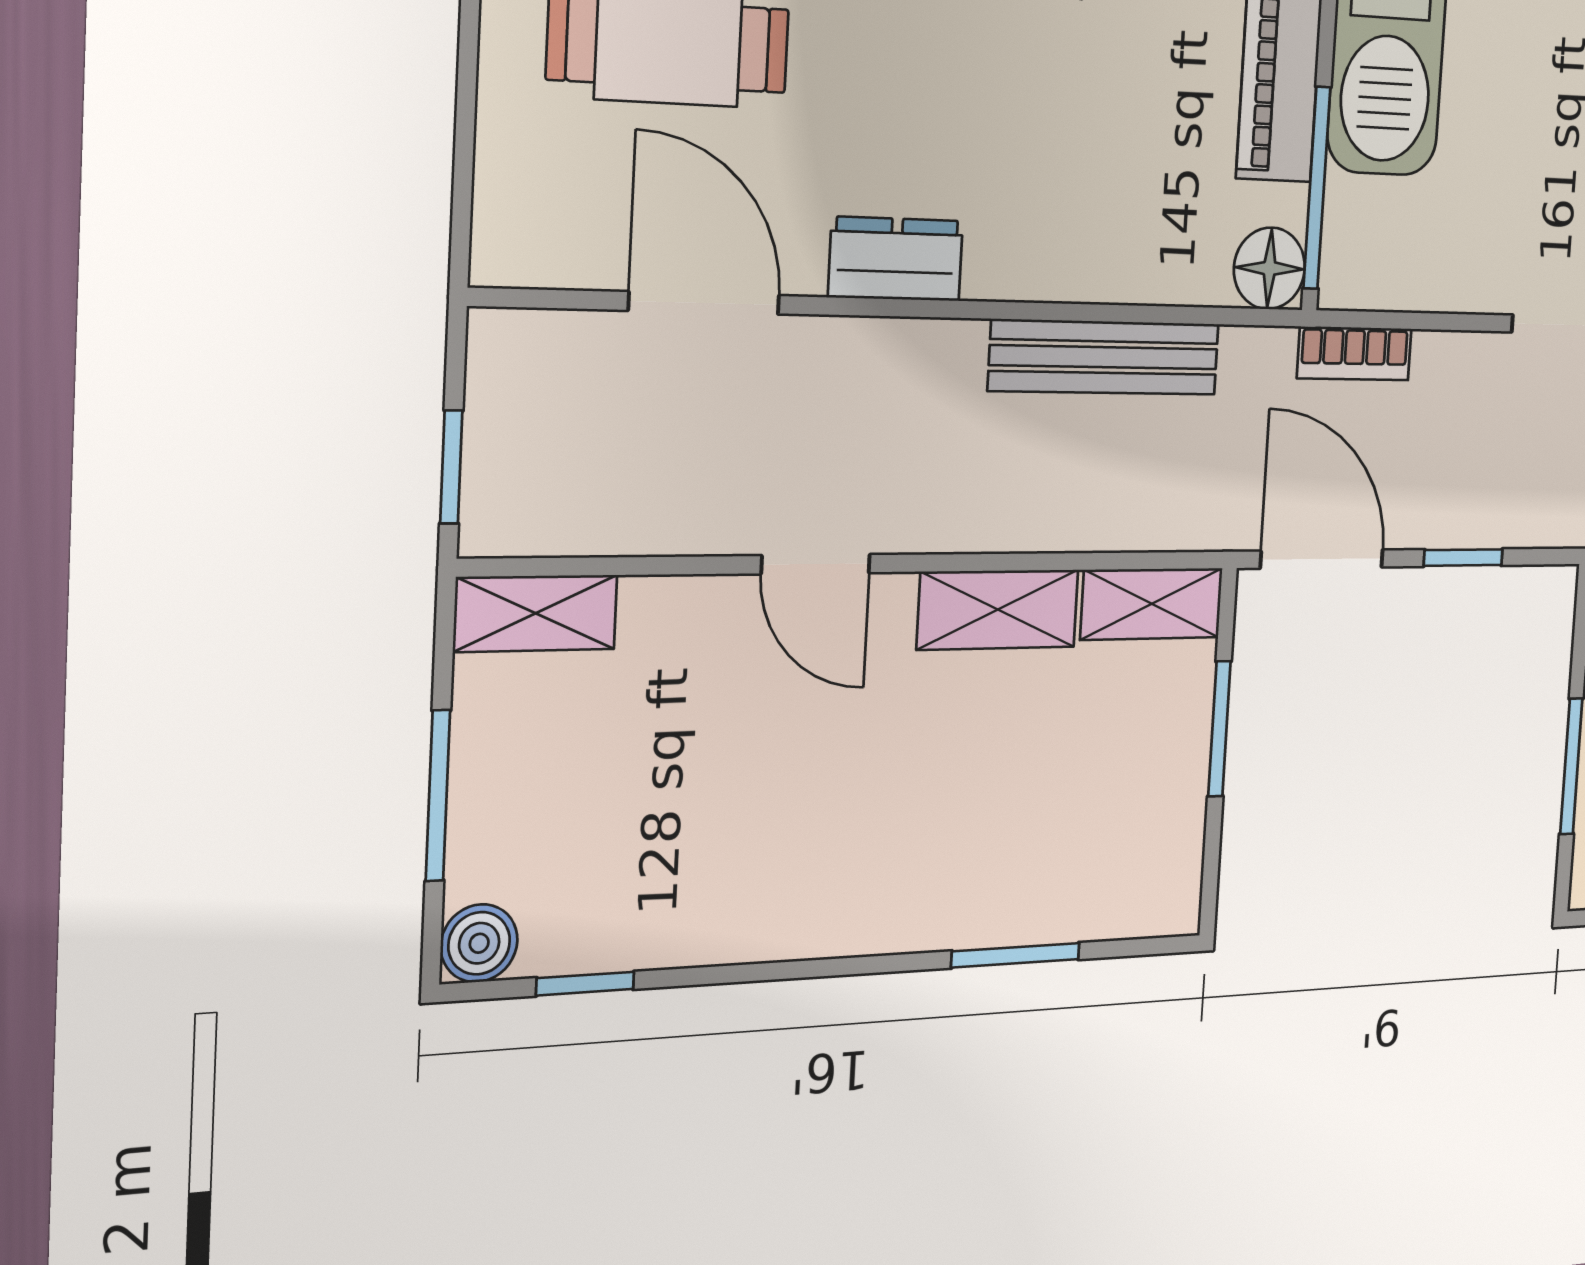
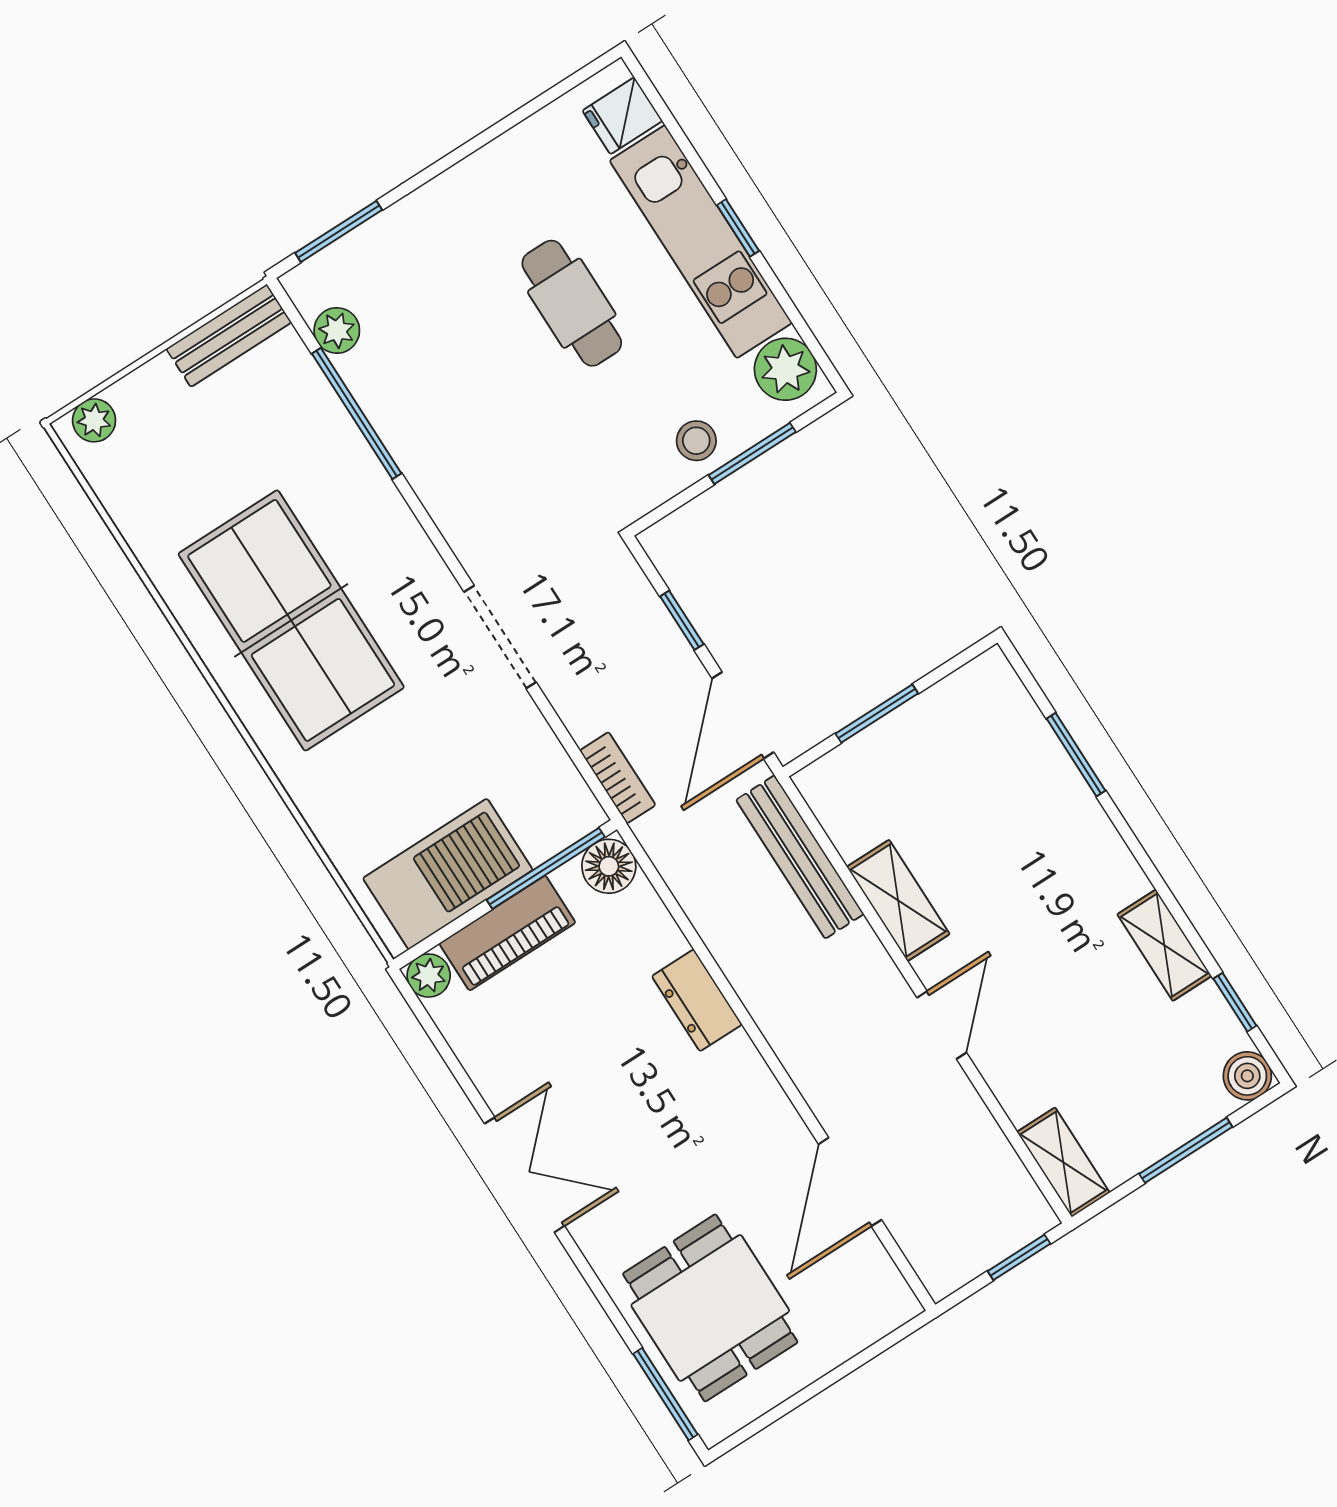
dresser: (896, 259) -> (697, 1000), moved
bench: (1105, 357) -> (800, 857), moved
shelving: (1152, 604) -> (1164, 945), moved

